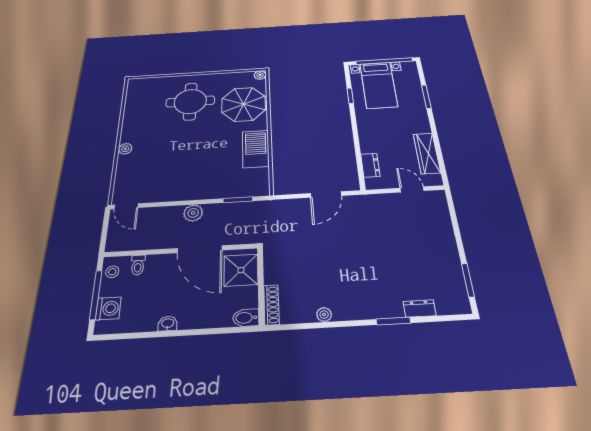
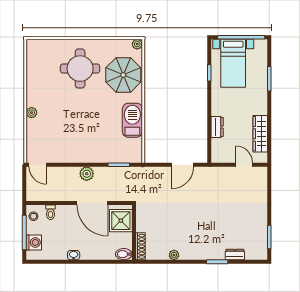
dresser: (370, 165) -> (217, 127), moved

